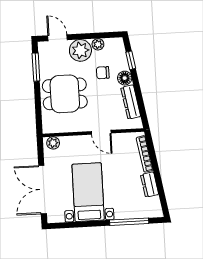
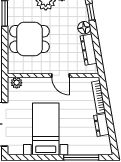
chair: (103, 73) -> (65, 22), removed

